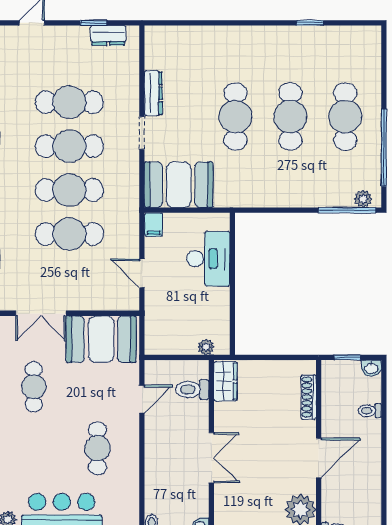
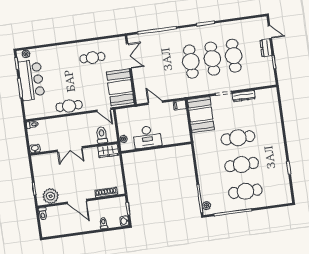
dresser: (108, 35) -> (266, 48), moved
cafe table: (69, 234) -> (169, 65), removed
desk: (208, 259) -> (147, 137), moved
door: (142, 273) -> (155, 103), hinge flipped
double door: (41, 313) -> (129, 56), swing flipped
door: (142, 399) -> (104, 110), moved
cafe table: (98, 448) -> (69, 106), moved

